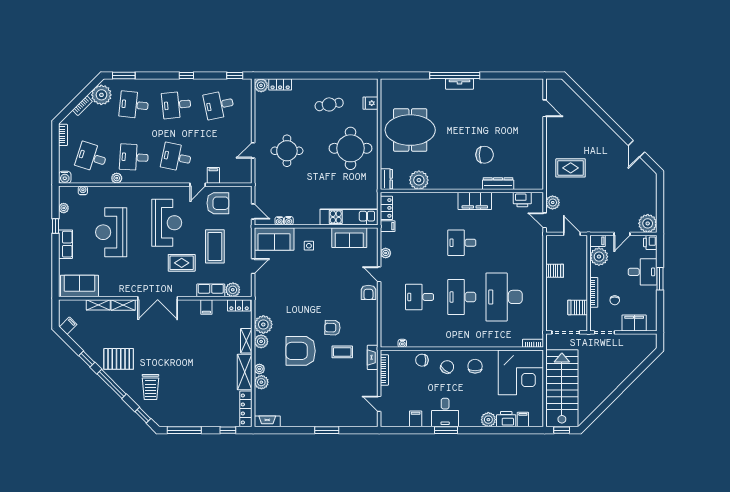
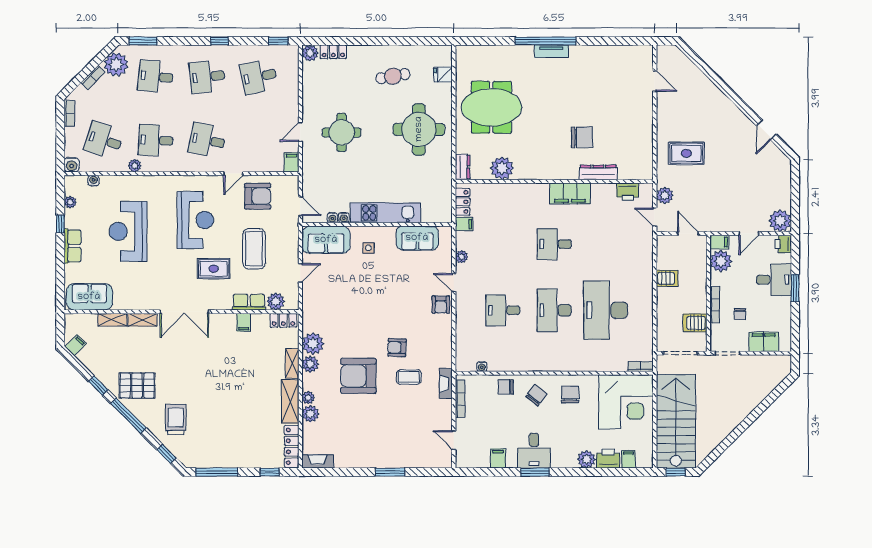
filing cabinet: (213, 175) -> (292, 162), moved
kitchen unit: (349, 217) -> (385, 213), moved
trolley: (150, 387) -> (176, 420), turned 180

